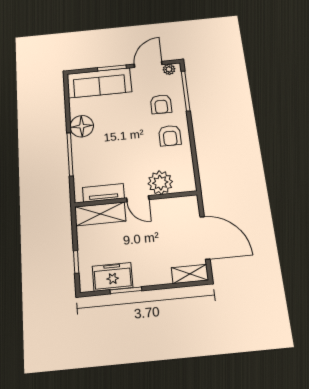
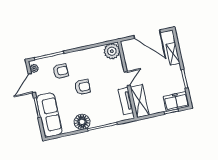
door: (148, 64) -> (32, 83), hinge flipped
armchair: (170, 136) -> (82, 87), moved
plant: (160, 183) -> (112, 51), moved
door: (205, 238) -> (147, 34), swing flipped
shelving: (190, 274) -> (173, 54), moved
freezer: (113, 277) -> (176, 101), moved, turned 90

